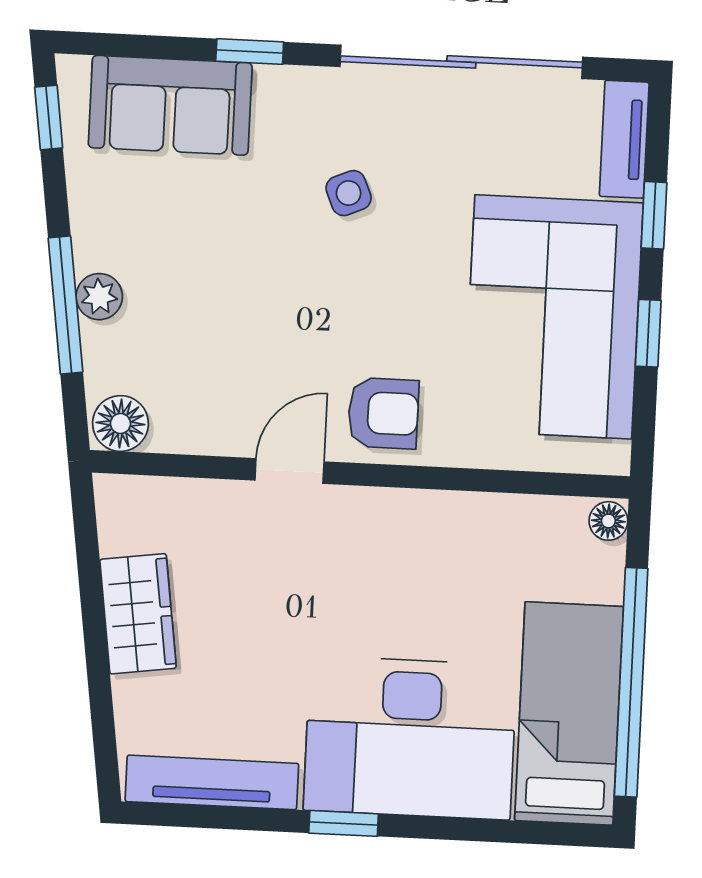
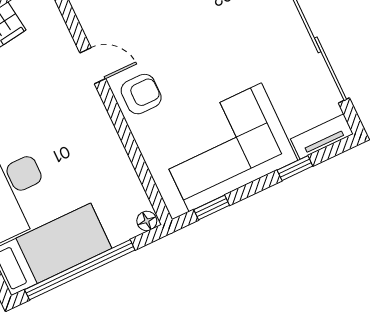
side table: (349, 193) -> (232, 26), removed
window: (648, 333) -> (212, 208), moved
armchair: (383, 413) -> (141, 94), turned -90

